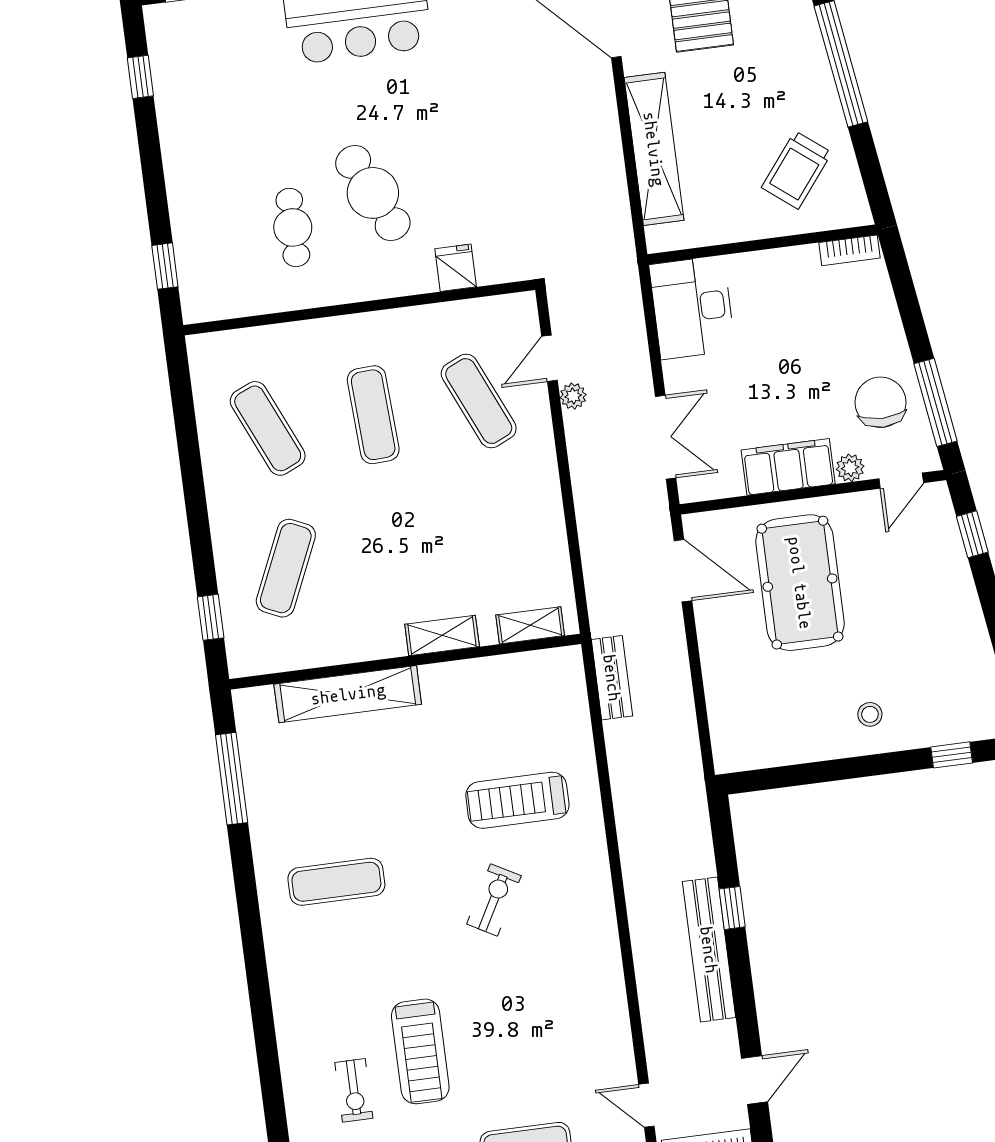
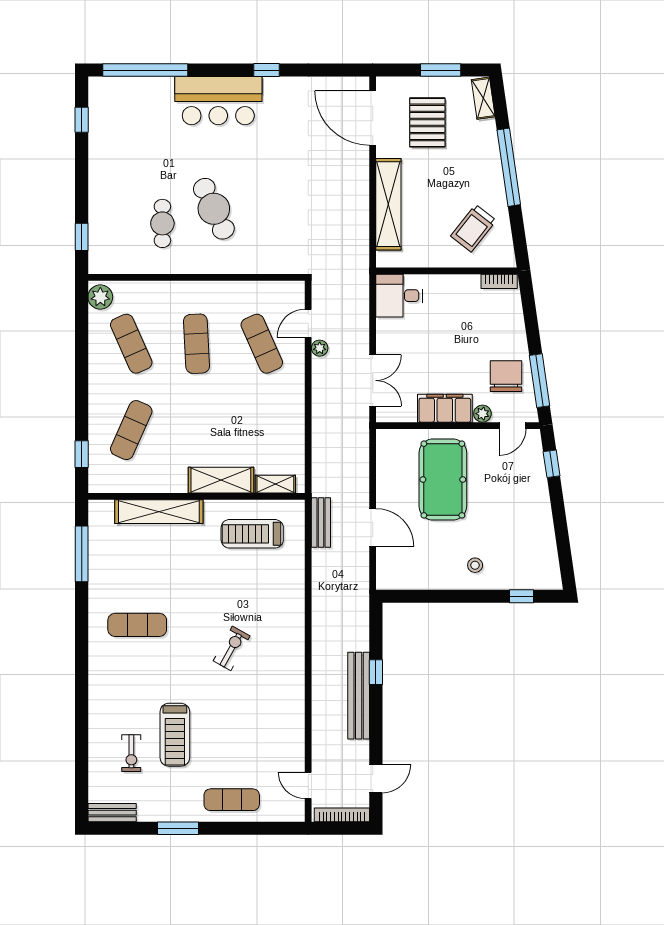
fridge: (456, 268) -> (258, 261), removed
desk: (692, 307) -> (399, 296), width x0.73
plant: (208, 359) -> (100, 297), added
door: (683, 571) -> (373, 527), moved
shelving: (442, 635) -> (221, 480), width x1.50, depth x1.33
treadmill: (517, 800) -> (252, 534), moved

